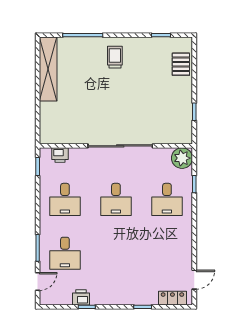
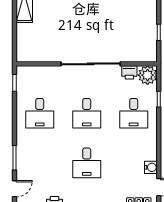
printer: (60, 155) -> (129, 72), moved
desk: (65, 253) -> (87, 163), moved
water cooler: (186, 258) -> (151, 167), added

